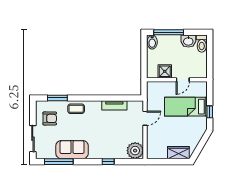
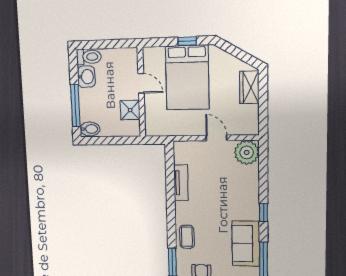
bed: (186, 107) -> (187, 78), width x1.50
door: (145, 118) -> (216, 138), moved
window: (108, 162) -> (263, 213), moved

